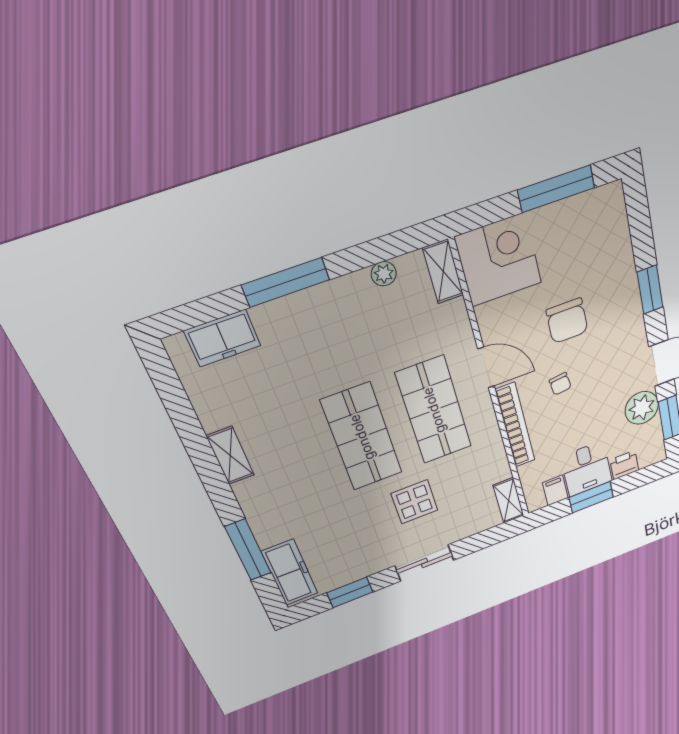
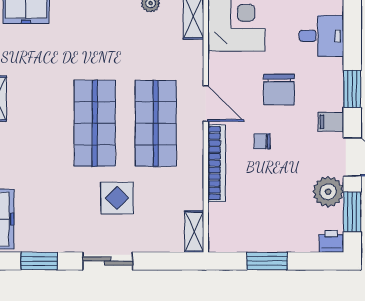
chair: (560, 384) -> (262, 141), turned 97
printer: (624, 465) -> (331, 241), moved
desk: (587, 469) -> (321, 36), moved, turned -90
filing cabinet: (555, 490) -> (331, 122), moved, turned -90

